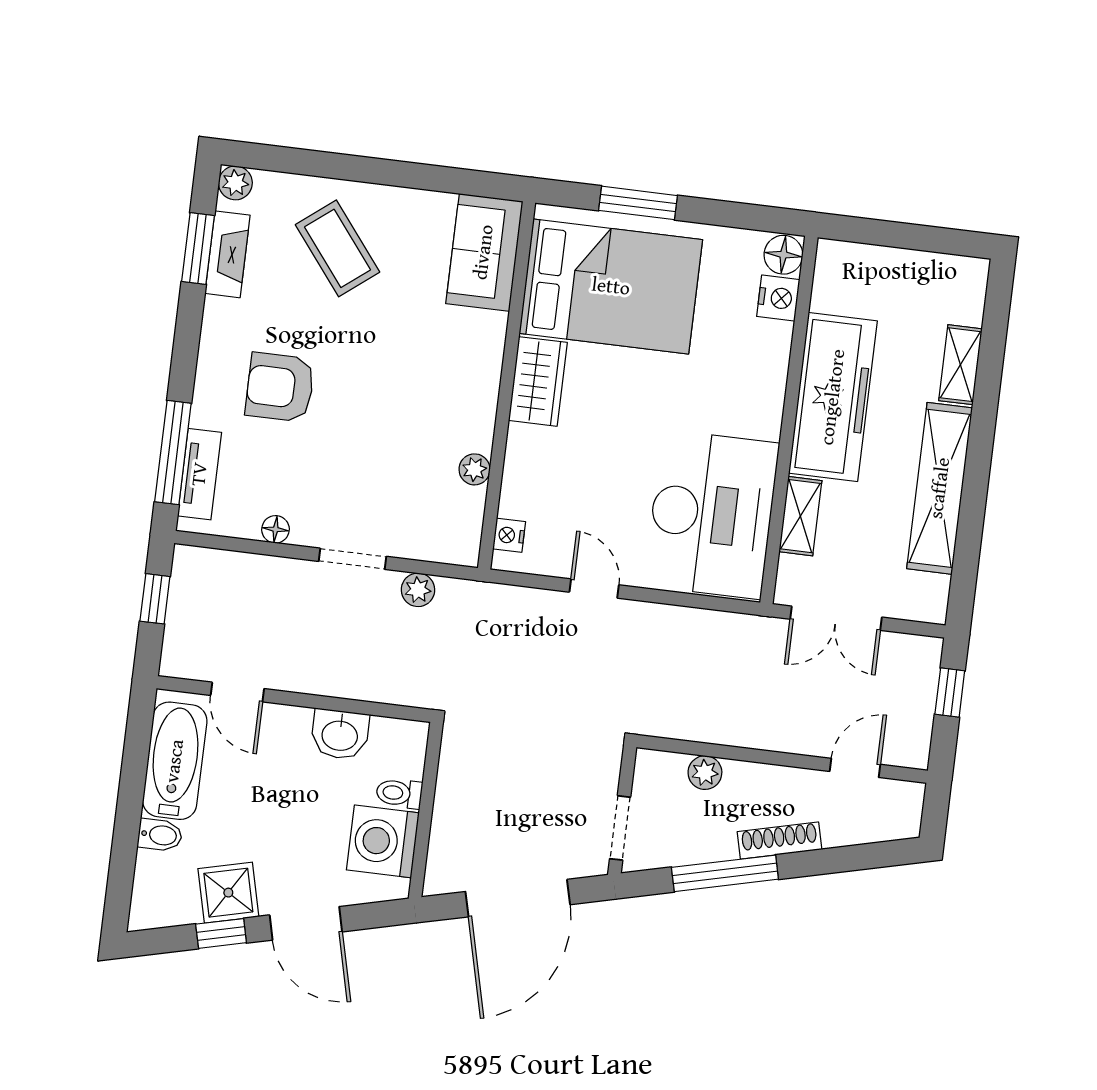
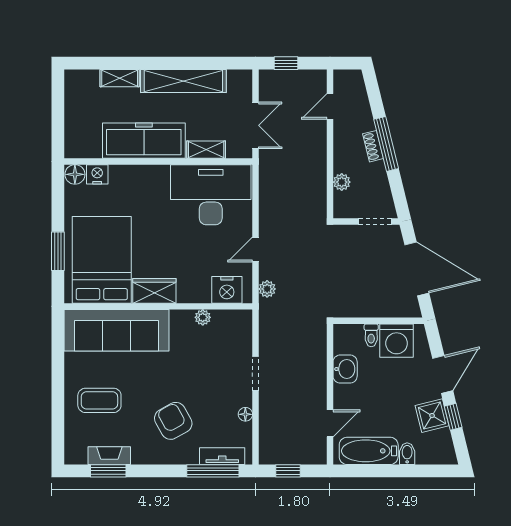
plant: (235, 183) -> (73, 456), removed
coffee table: (338, 248) -> (99, 400), turned 38
sofa: (484, 252) -> (116, 330), width x1.85, depth x1.27
armchair: (280, 387) -> (173, 421), turned 151
nightstand: (509, 535) -> (227, 290), width x1.89, depth x1.79
plant: (418, 590) -> (267, 289), moved
door: (855, 768) -> (330, 106), hinge flipped
shoe rack: (780, 840) -> (373, 146), width x0.70
window: (725, 873) -> (386, 144), moved

